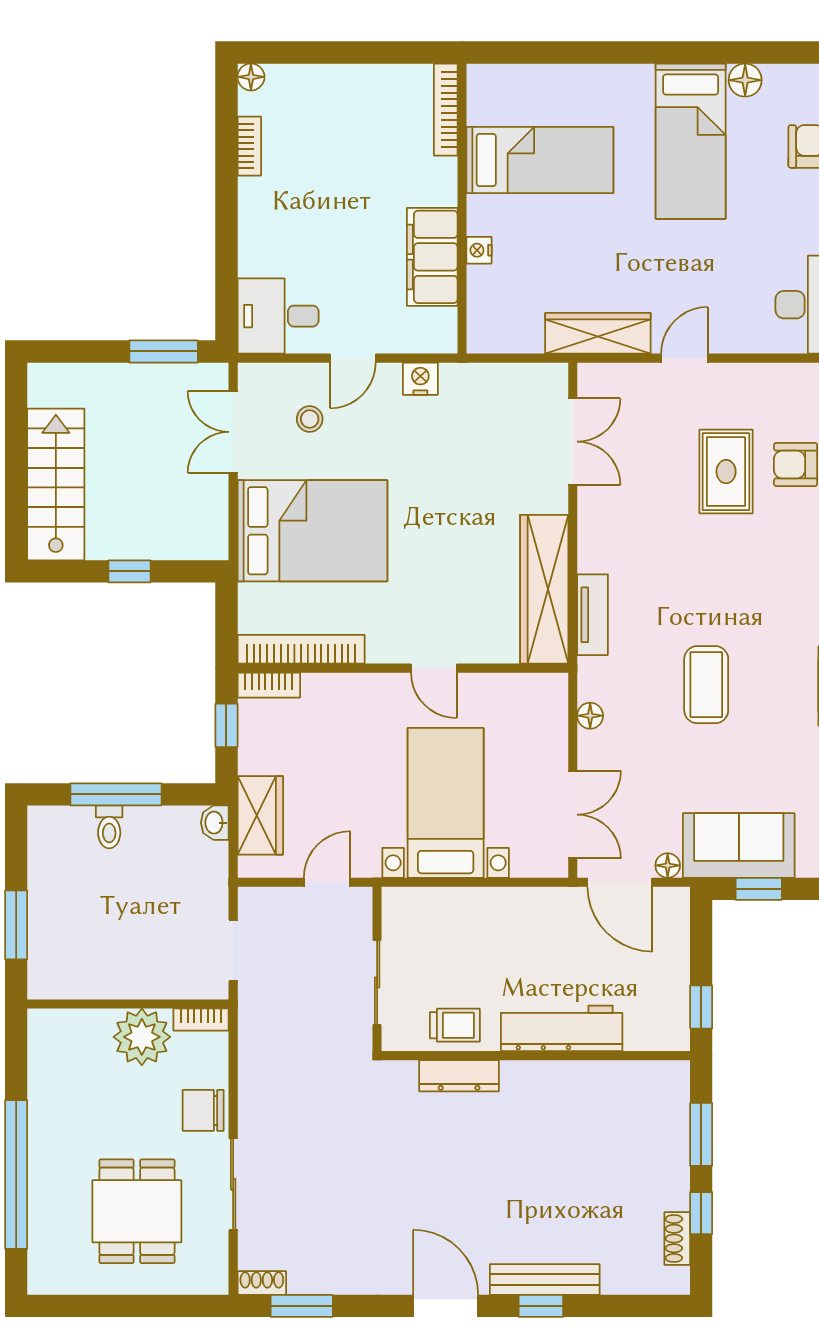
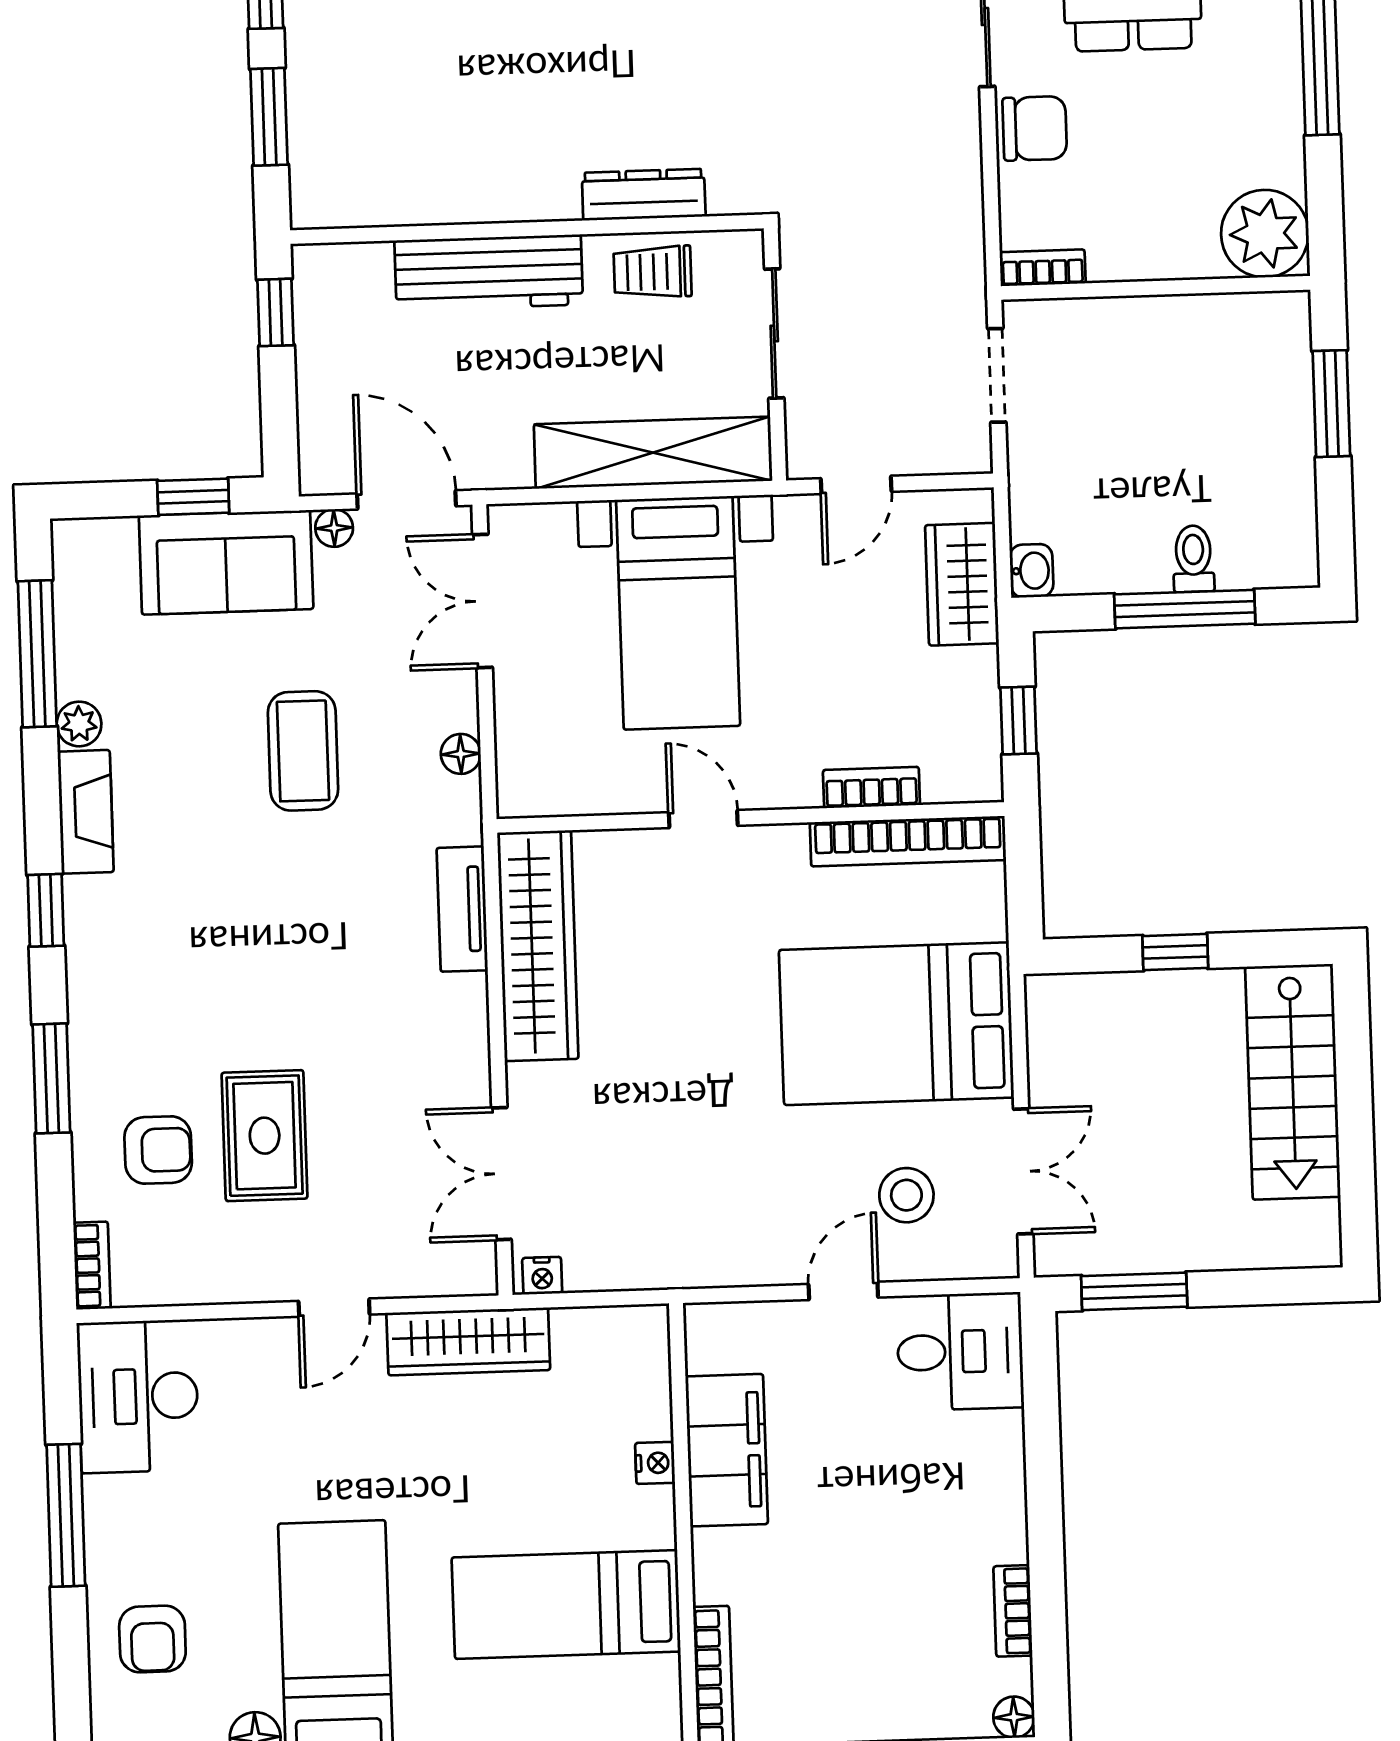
nightstand: (420, 379) -> (542, 1276), moved, width x0.72, depth x0.74
stool: (310, 419) -> (906, 1195), width x1.37, depth x1.37
bookcase: (269, 685) -> (871, 787), moved
coffee table: (706, 685) -> (303, 751), moved
shelving: (459, 908) -> (653, 453), added
plant: (142, 1037) -> (1265, 234), moved

